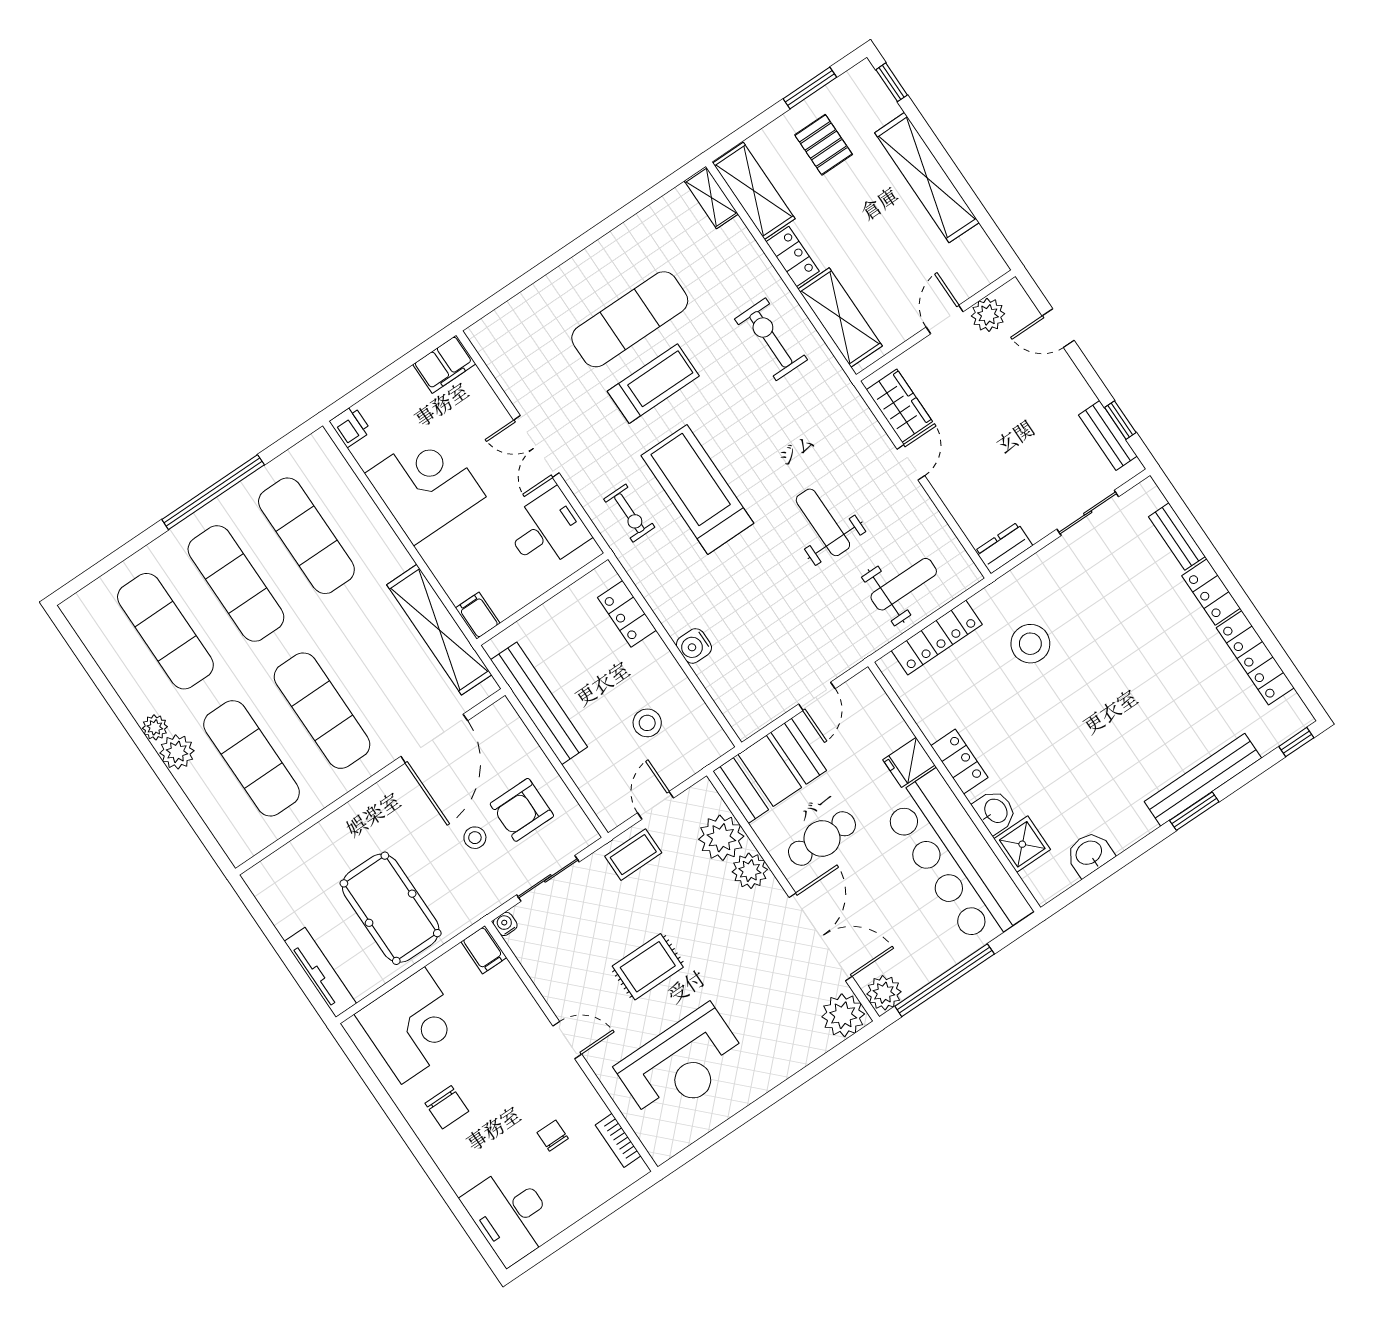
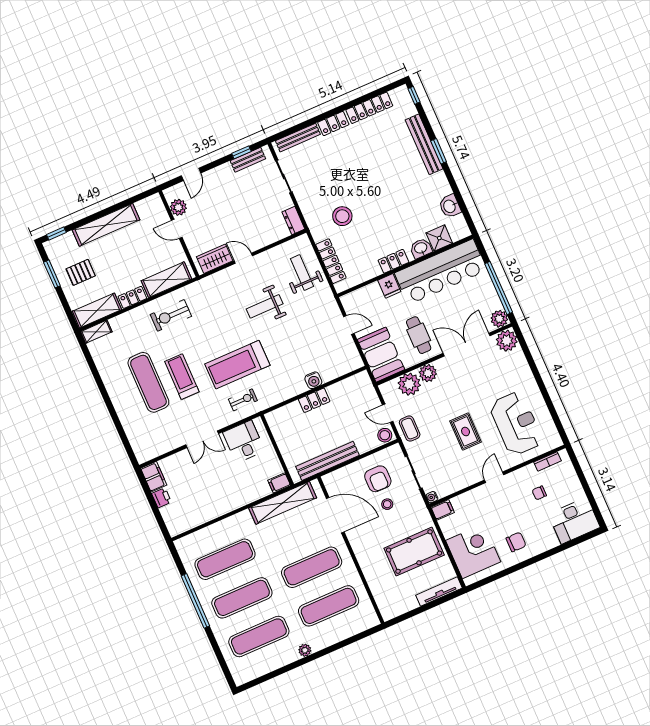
printer: (350, 426) -> (162, 498), moved, turned 90
corner desk: (425, 485) -> (211, 497), removed
bench: (1177, 537) -> (298, 138), width x1.36
locker: (627, 614) -> (314, 400), moved
stool: (647, 723) -> (385, 435), moved
plant: (177, 752) -> (319, 642), removed

